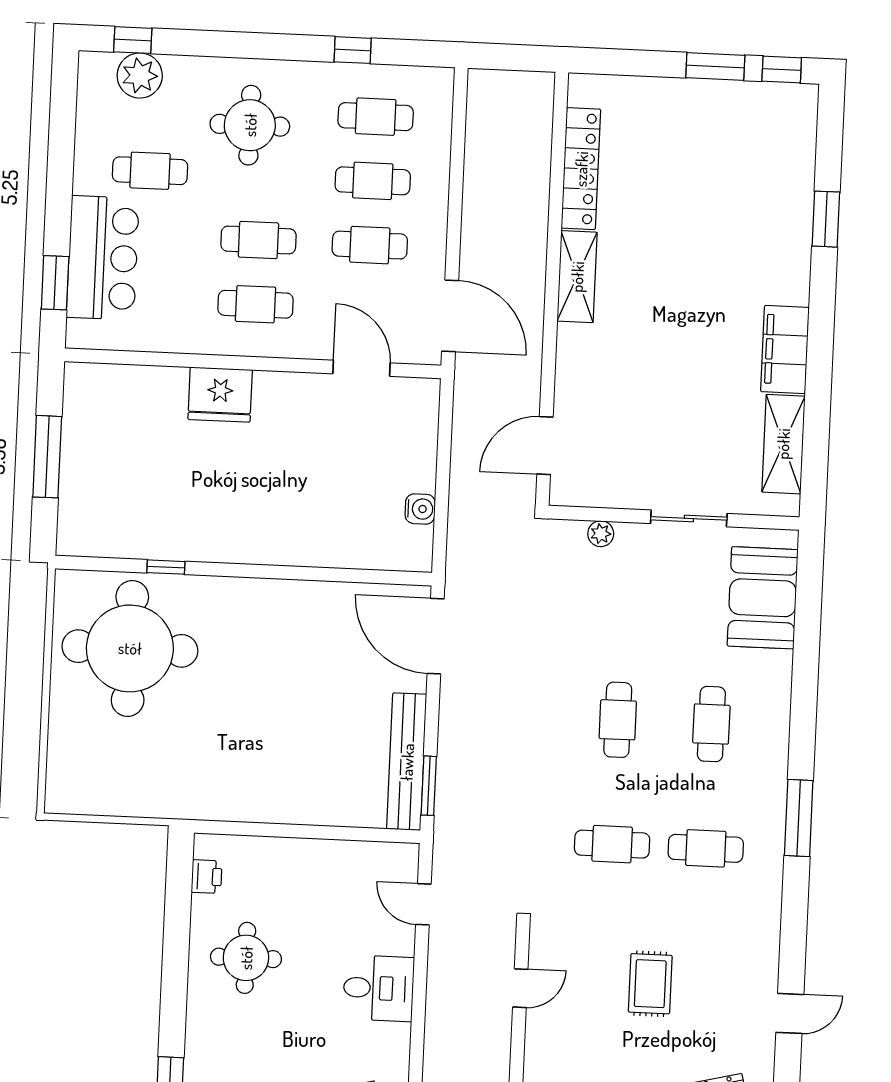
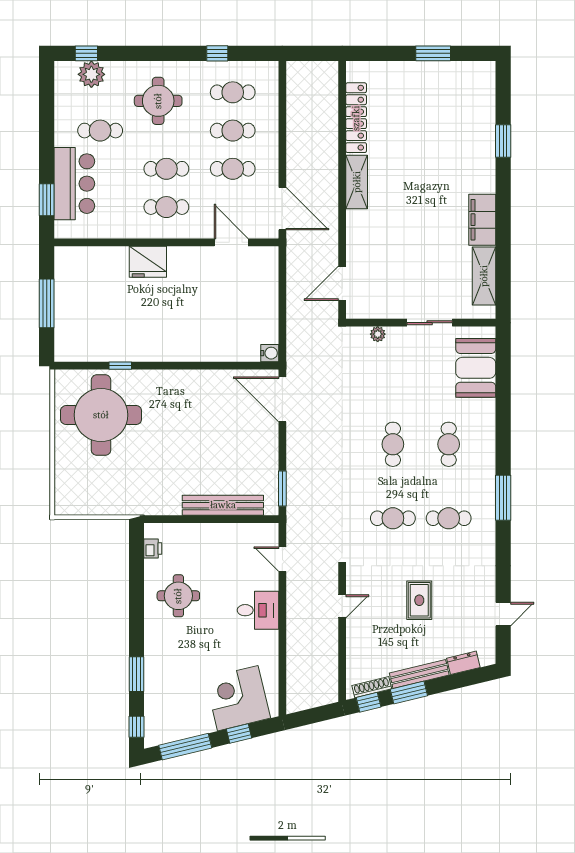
window: (782, 70) -> (473, 53), removed
water cooler: (420, 509) -> (270, 353), moved
bench: (407, 762) -> (223, 505), moved, turned 90

